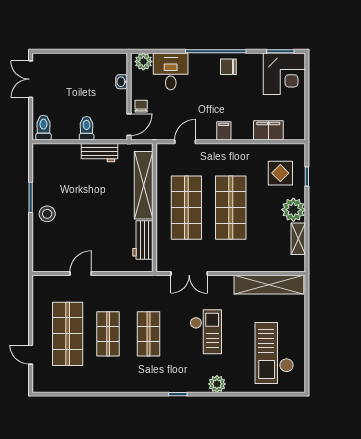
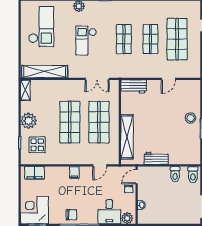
toilet: (87, 128) -> (175, 174), moved
filing cabinet: (268, 130) -> (35, 173), moved
shelving: (298, 239) -> (25, 90), moved
workbench: (143, 240) -> (134, 86), moved, turned 90
double door: (189, 273) -> (97, 79), swing flipped

